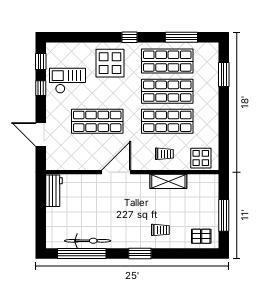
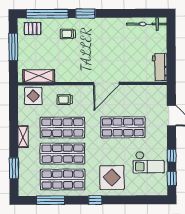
shelving: (213, 111) -> (23, 137), added
shelving: (168, 181) -> (39, 76), moved
bicycle: (88, 241) -> (147, 24), moved
window: (82, 253) -> (47, 14), moved

